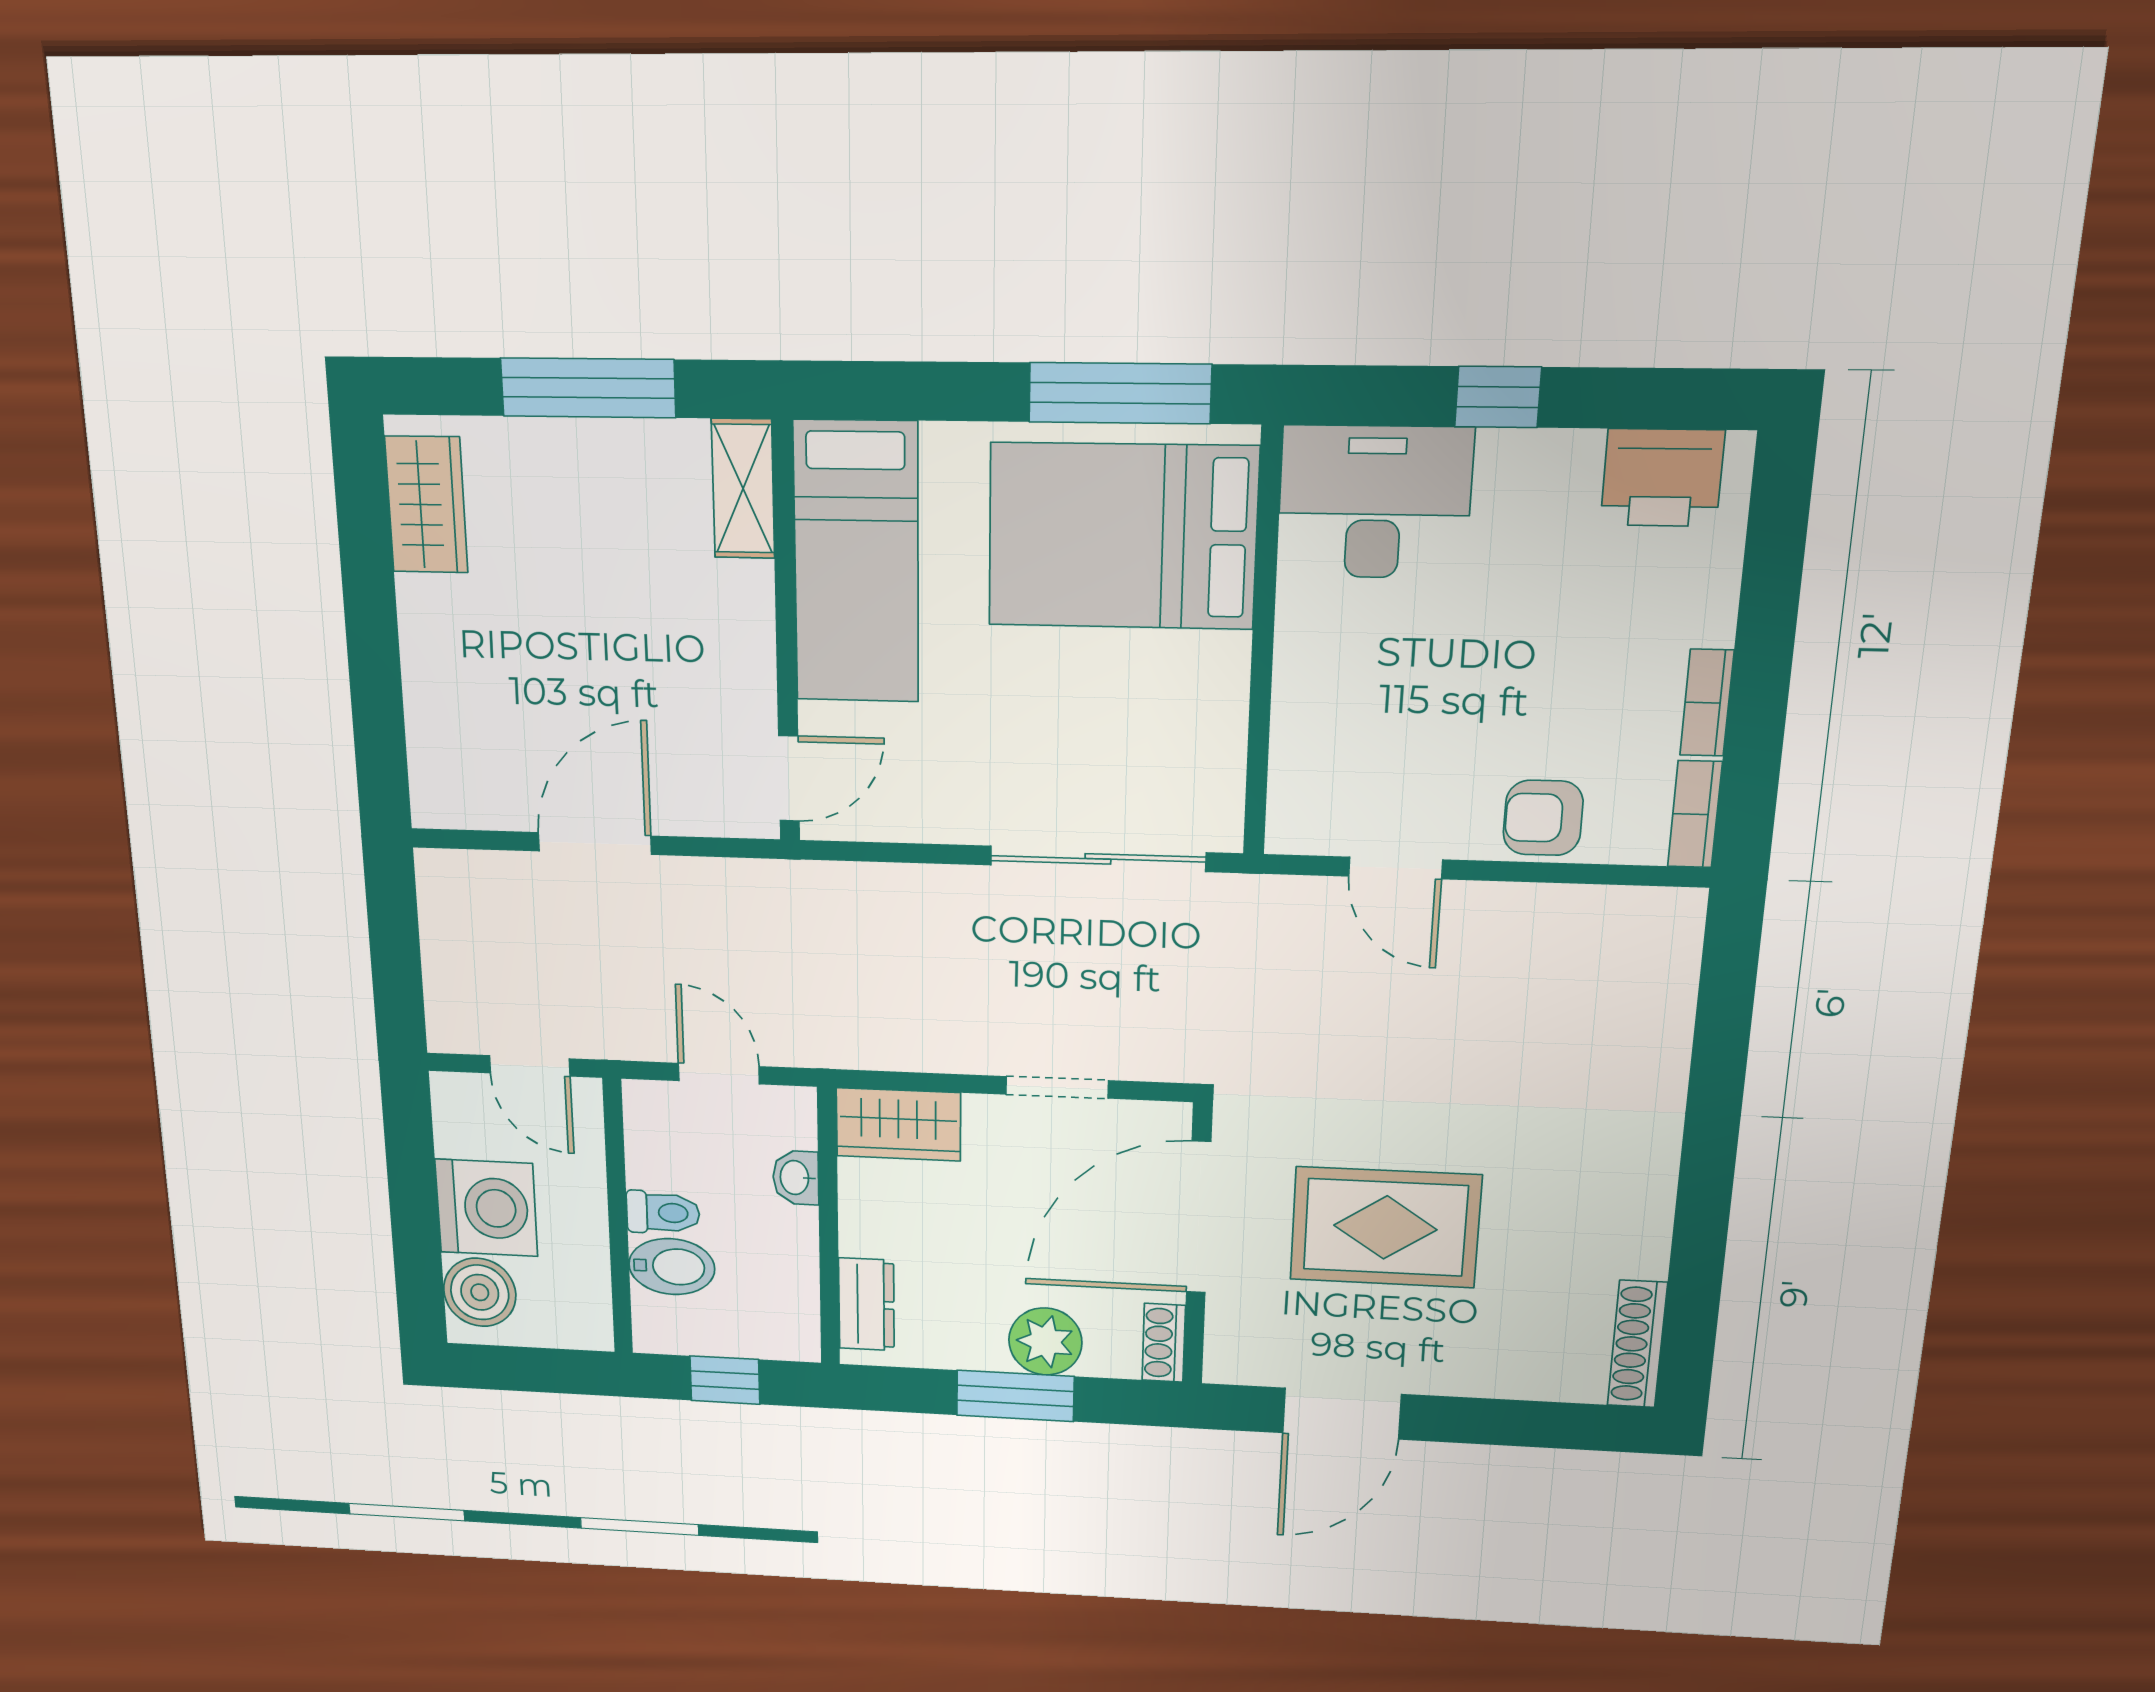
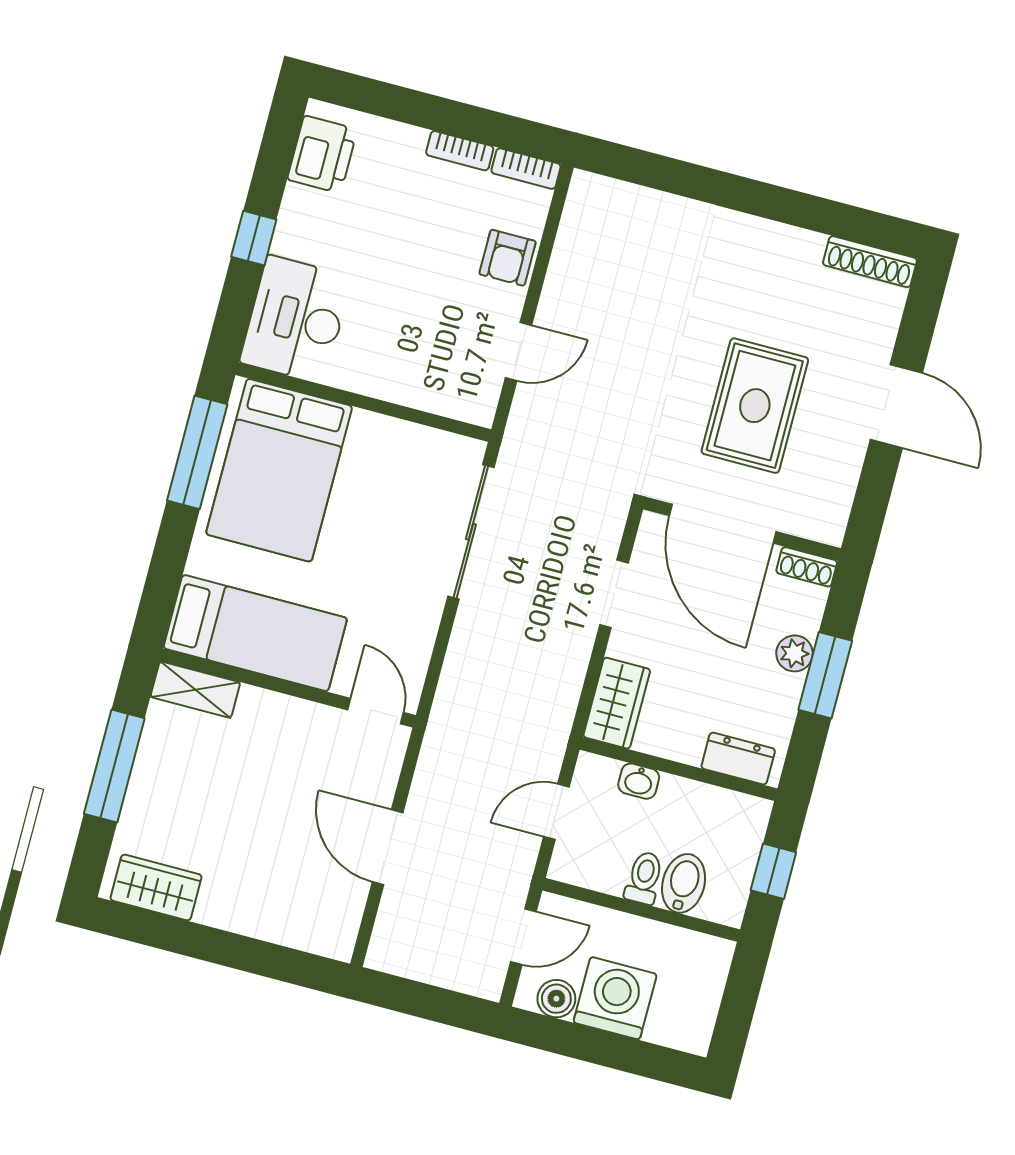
boiler: (480, 1292) -> (556, 999), moved, width x0.73, depth x0.73
plant: (1045, 1341) -> (794, 653), width x0.73, depth x0.73
door: (1342, 1414) -> (896, 406), moved

